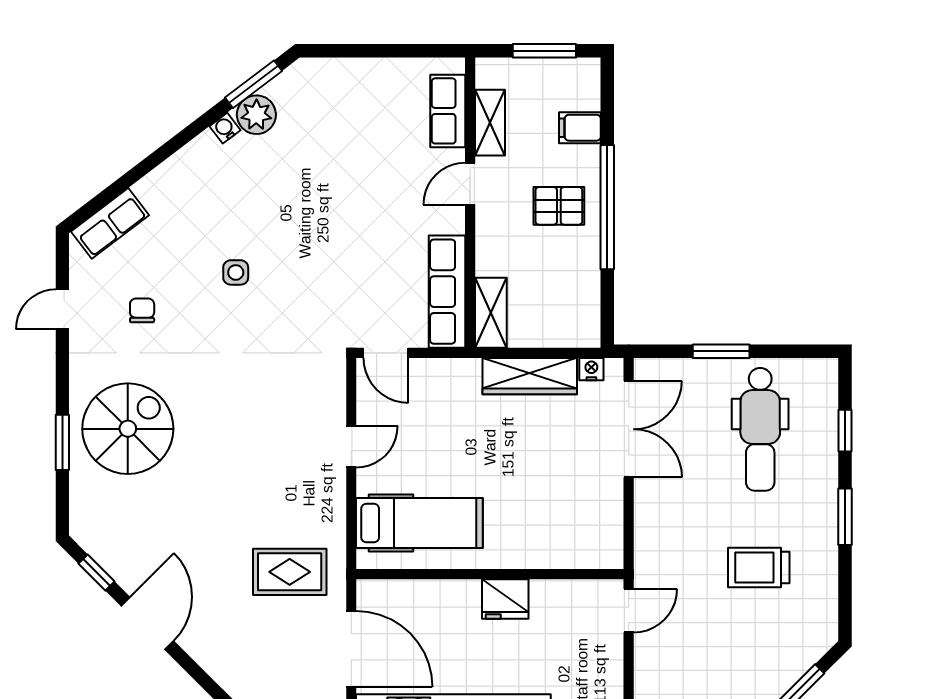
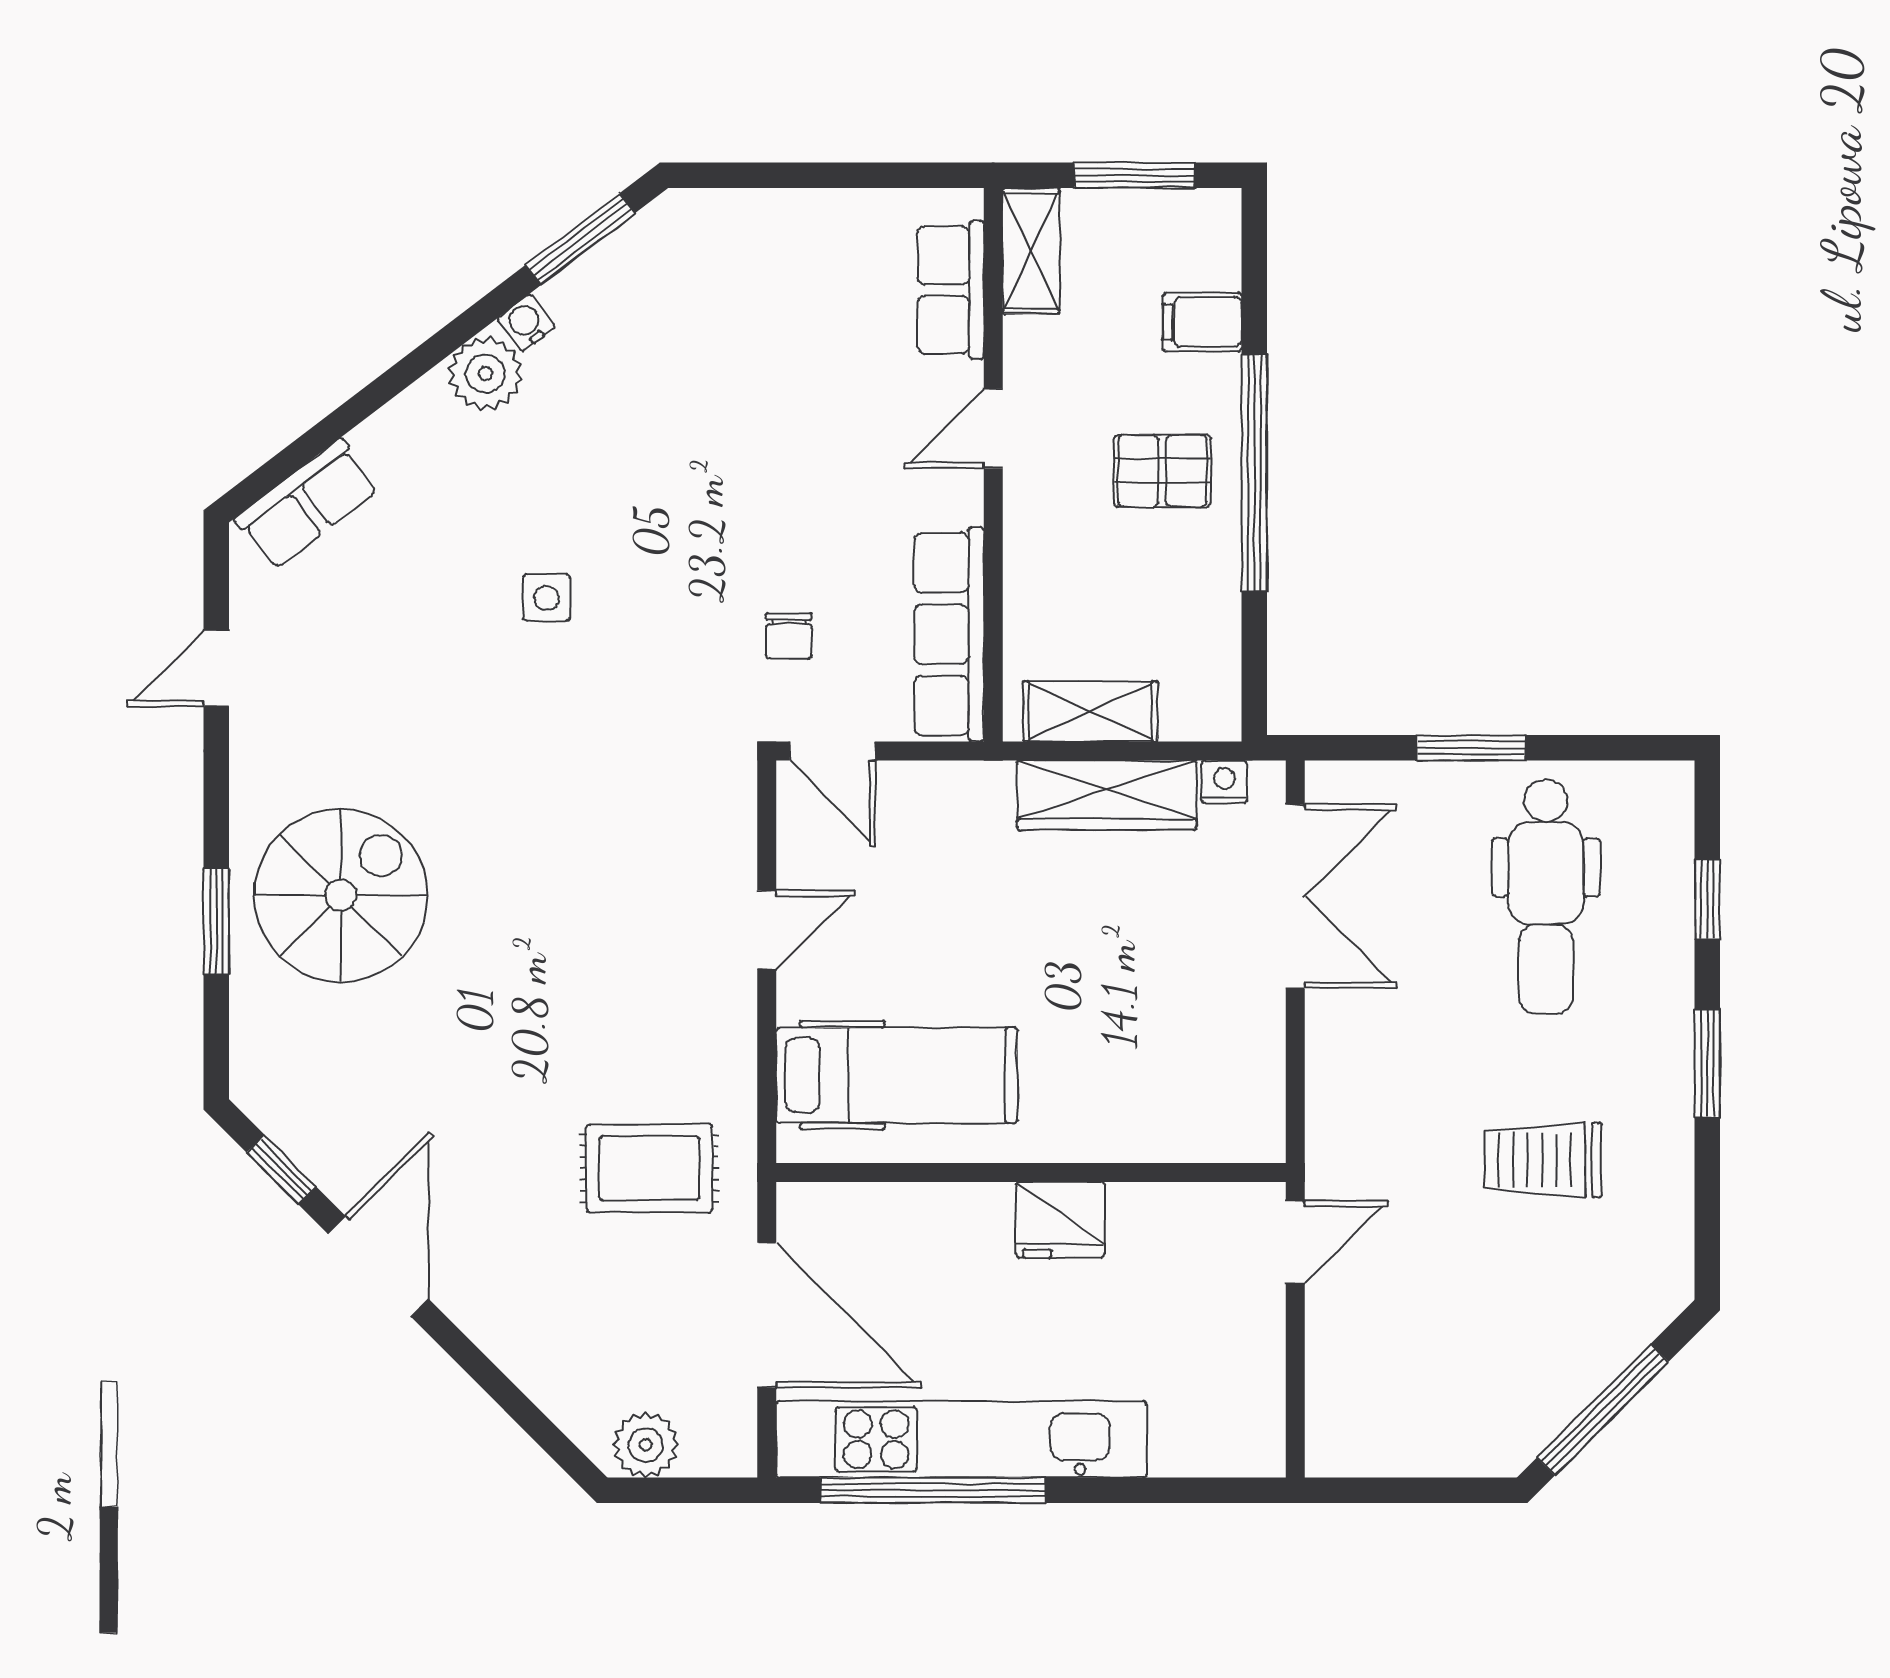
plant: (256, 115) -> (485, 374), moved
shelving: (490, 123) -> (1031, 251), moved
chair: (142, 310) -> (789, 636), moved, turned 180
shelving: (491, 313) -> (1090, 711), moved, turned 90

